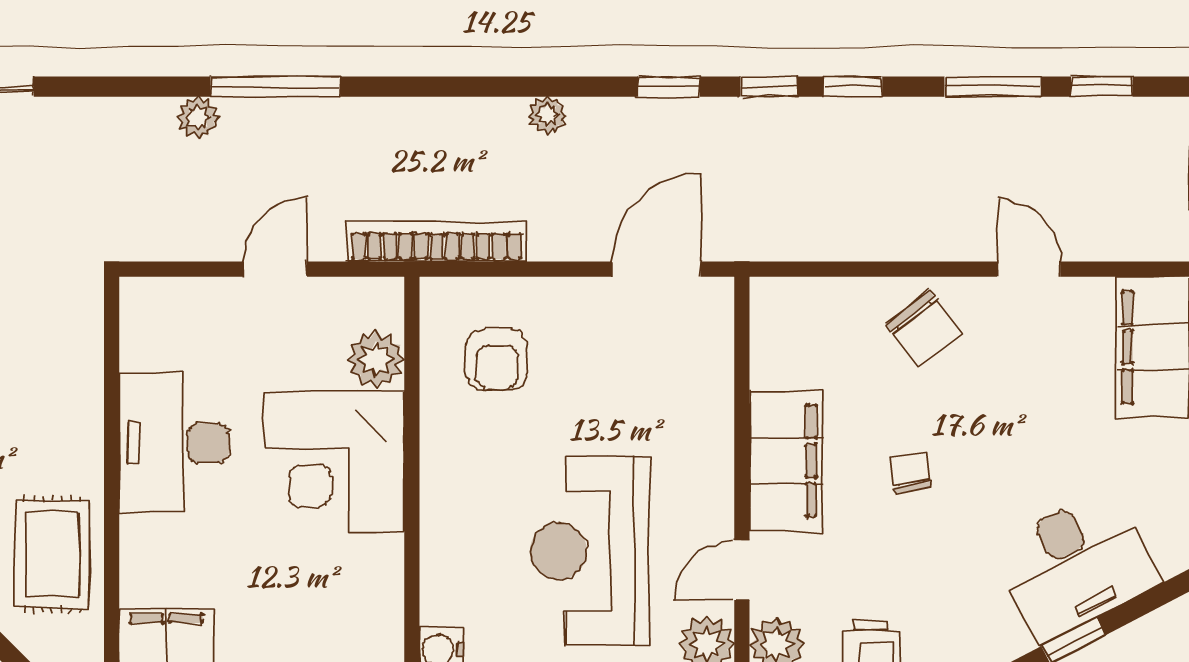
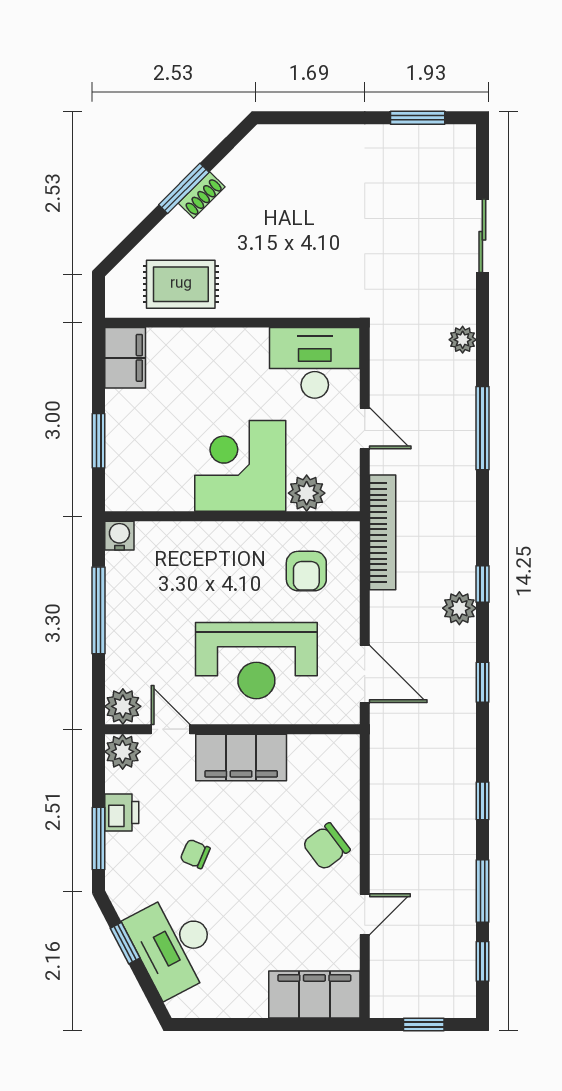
window: (769, 87) -> (482, 584), moved
plant: (547, 115) -> (459, 608), width x1.38, depth x1.38
plant: (198, 117) -> (463, 340), moved
armchair: (497, 360) -> (306, 571), turned -90
desk: (174, 443) -> (315, 363), moved
chair: (910, 472) -> (195, 854), moved, turned -148
reception desk: (589, 551) -> (256, 661), moved, turned 180

